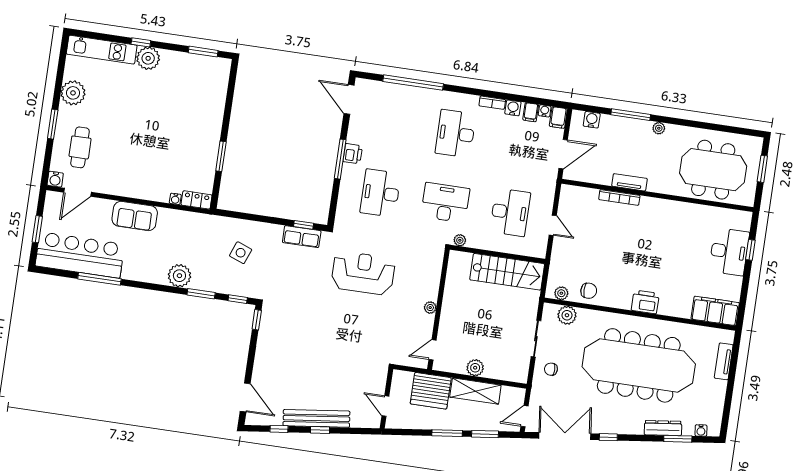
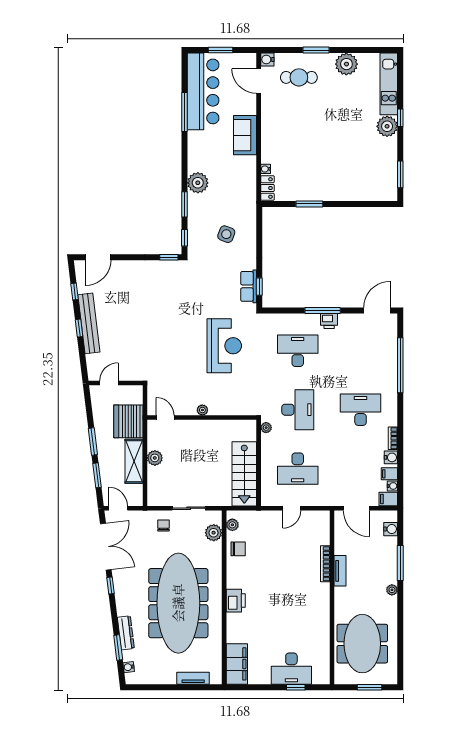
chair: (589, 291) -> (238, 549), turned -90

